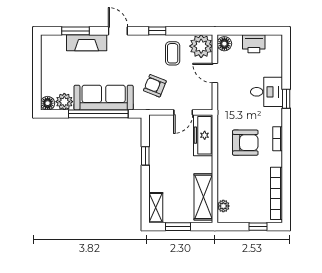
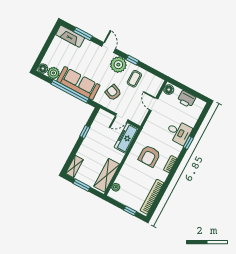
fireplace: (87, 43) -> (70, 36), moved
plant: (201, 46) -> (118, 65), moved
armchair: (245, 143) -> (149, 156), turned 90

